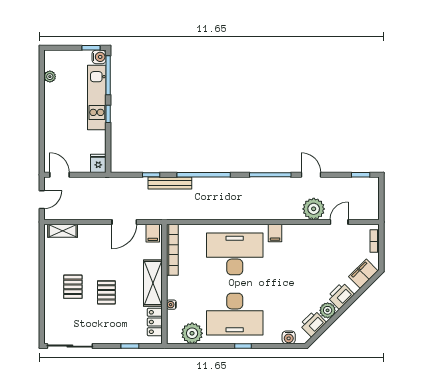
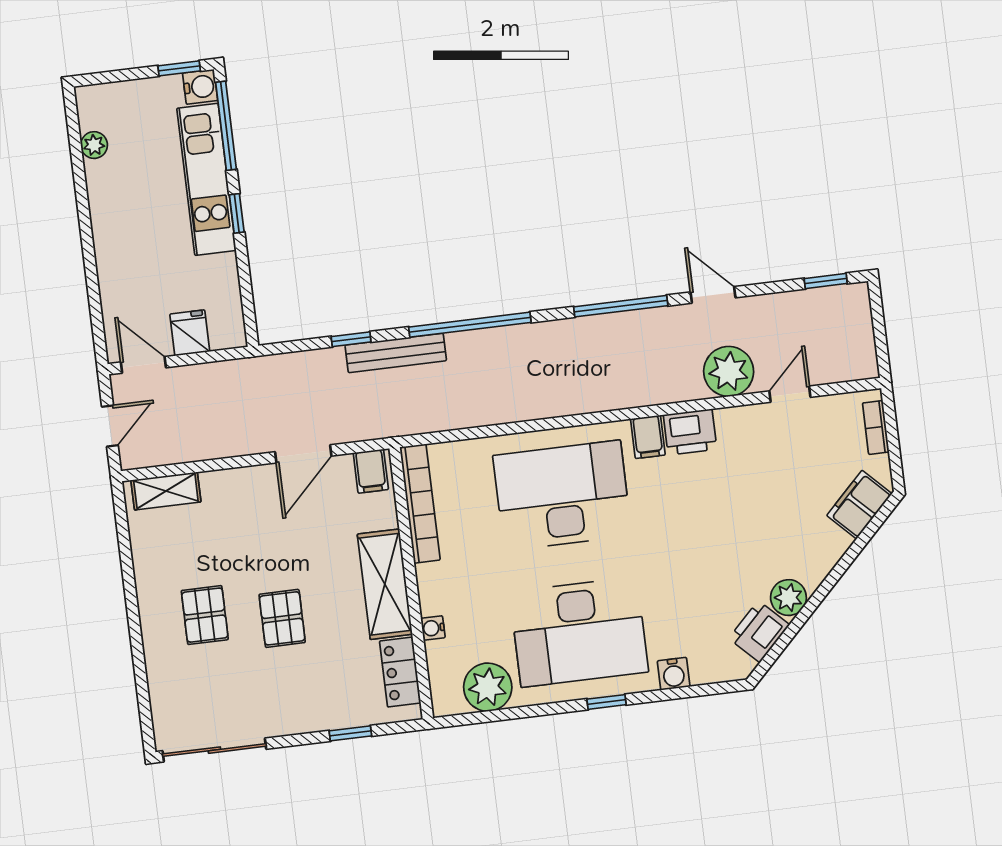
fridge: (98, 163) -> (190, 333), moved
printer: (341, 296) -> (690, 432), moved, turned -135
water cooler: (289, 337) -> (674, 674), moved

